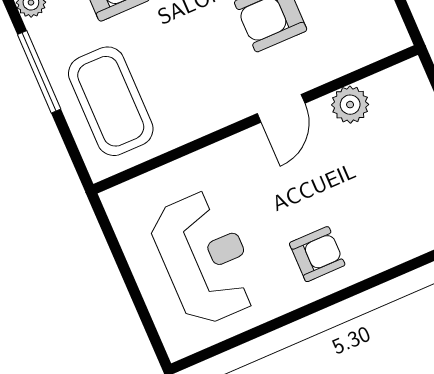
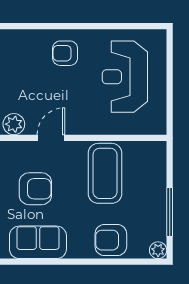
coffee table: (111, 101) -> (105, 173), moved

